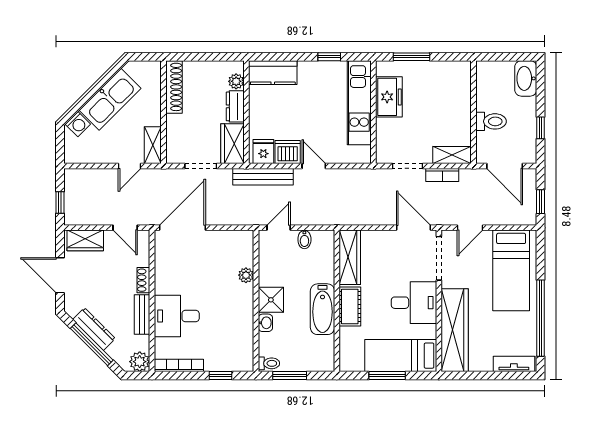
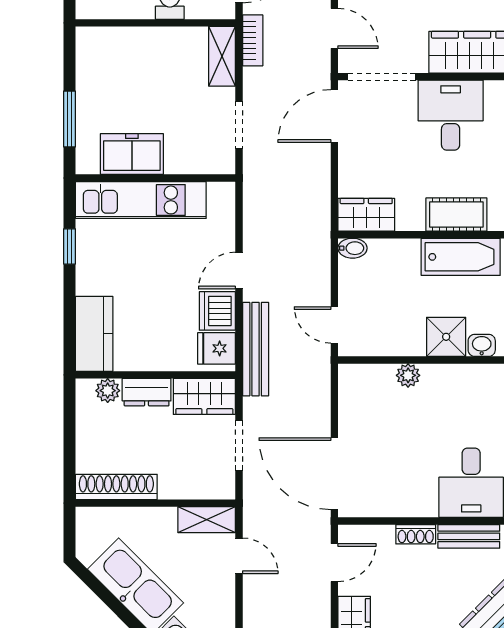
bookcase: (442, 175) -> (253, 40), moved
bidet: (304, 239) -> (353, 248), moved
wardrobe: (350, 257) -> (366, 215), width x0.67

